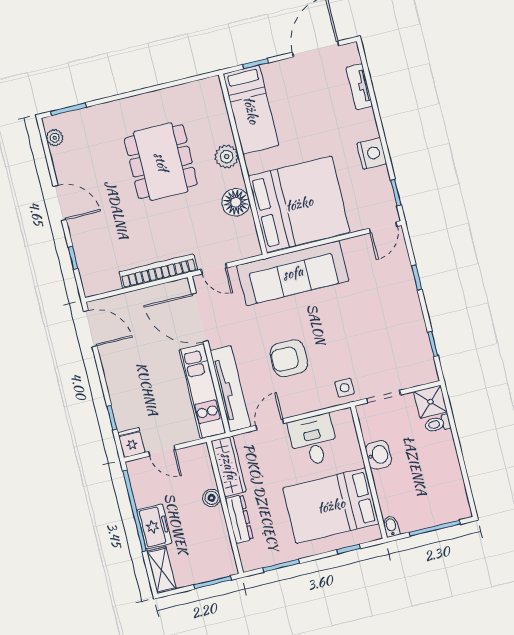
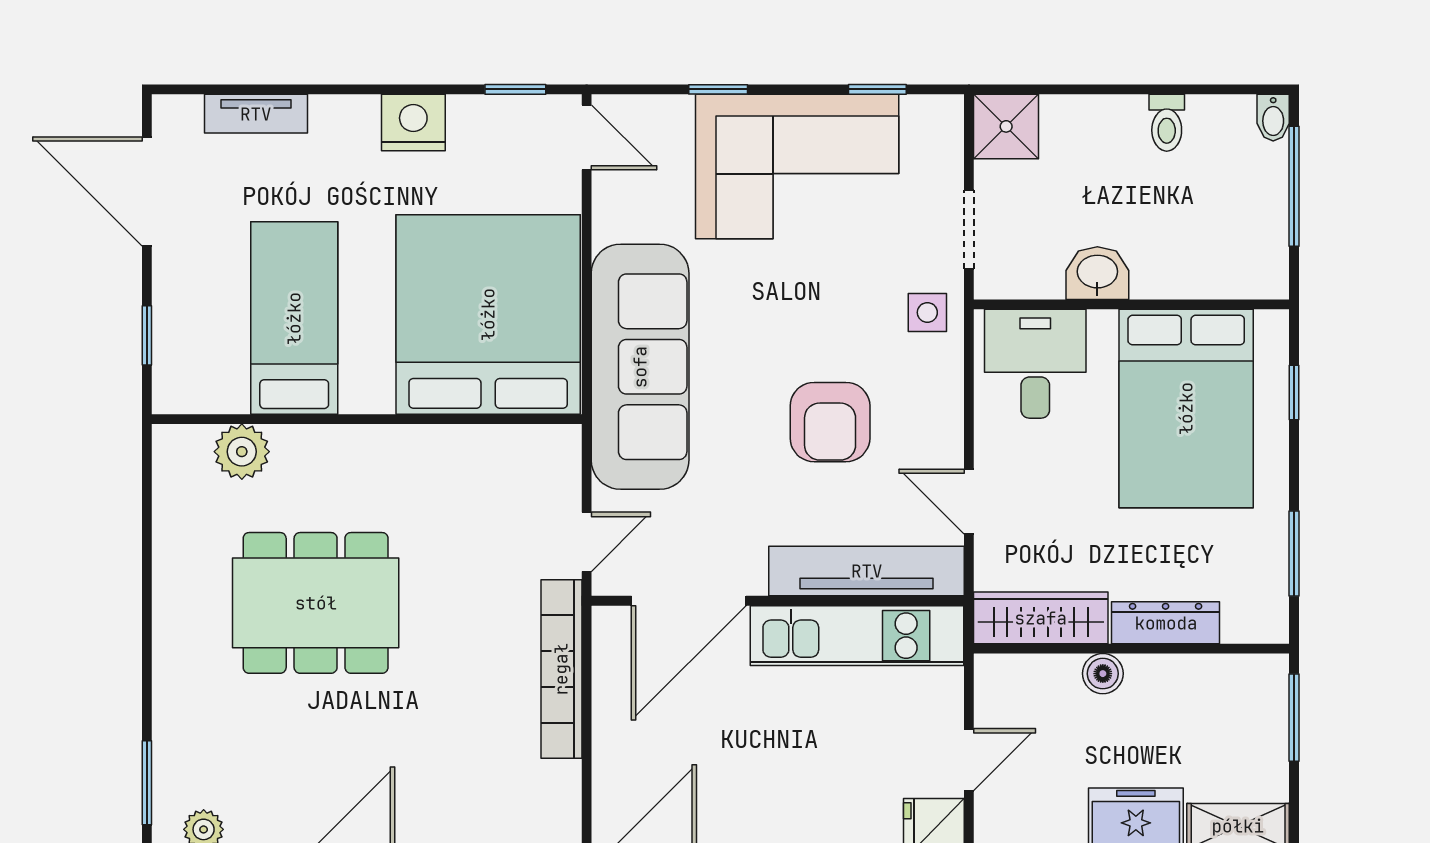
bed: (251, 110) -> (294, 318), moved, turned -90
plant: (227, 157) -> (242, 452), moved
floor lamp: (236, 202) -> (449, 456), removed
corner sofa: (392, 318) -> (797, 166), added
toilet: (438, 424) -> (1167, 123), moved
desk: (313, 440) -> (1035, 364), moved, turned 90
bidet: (391, 526) -> (1273, 118), moved, turned -90

